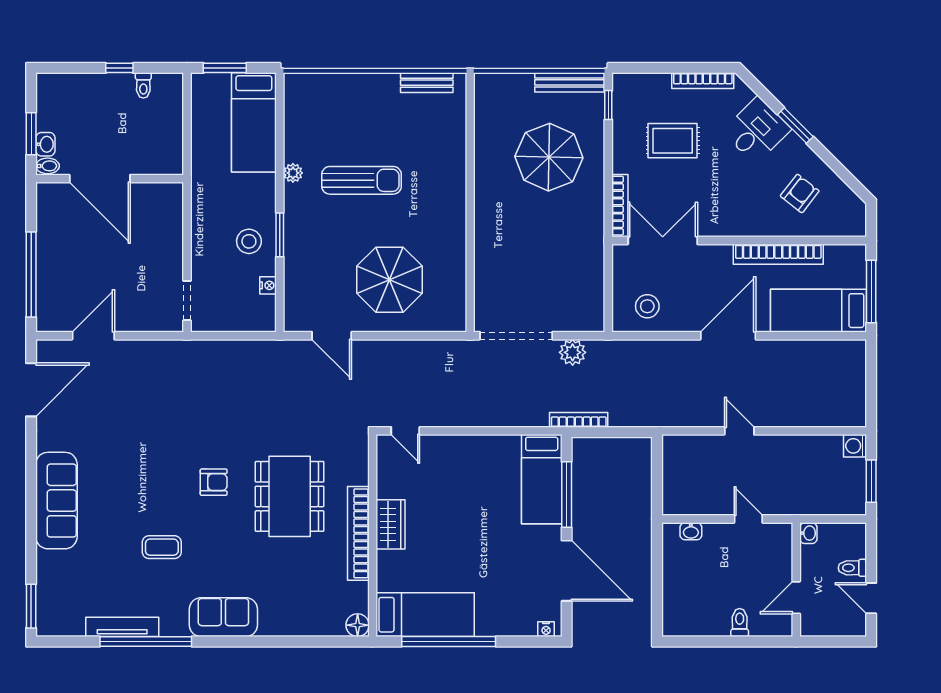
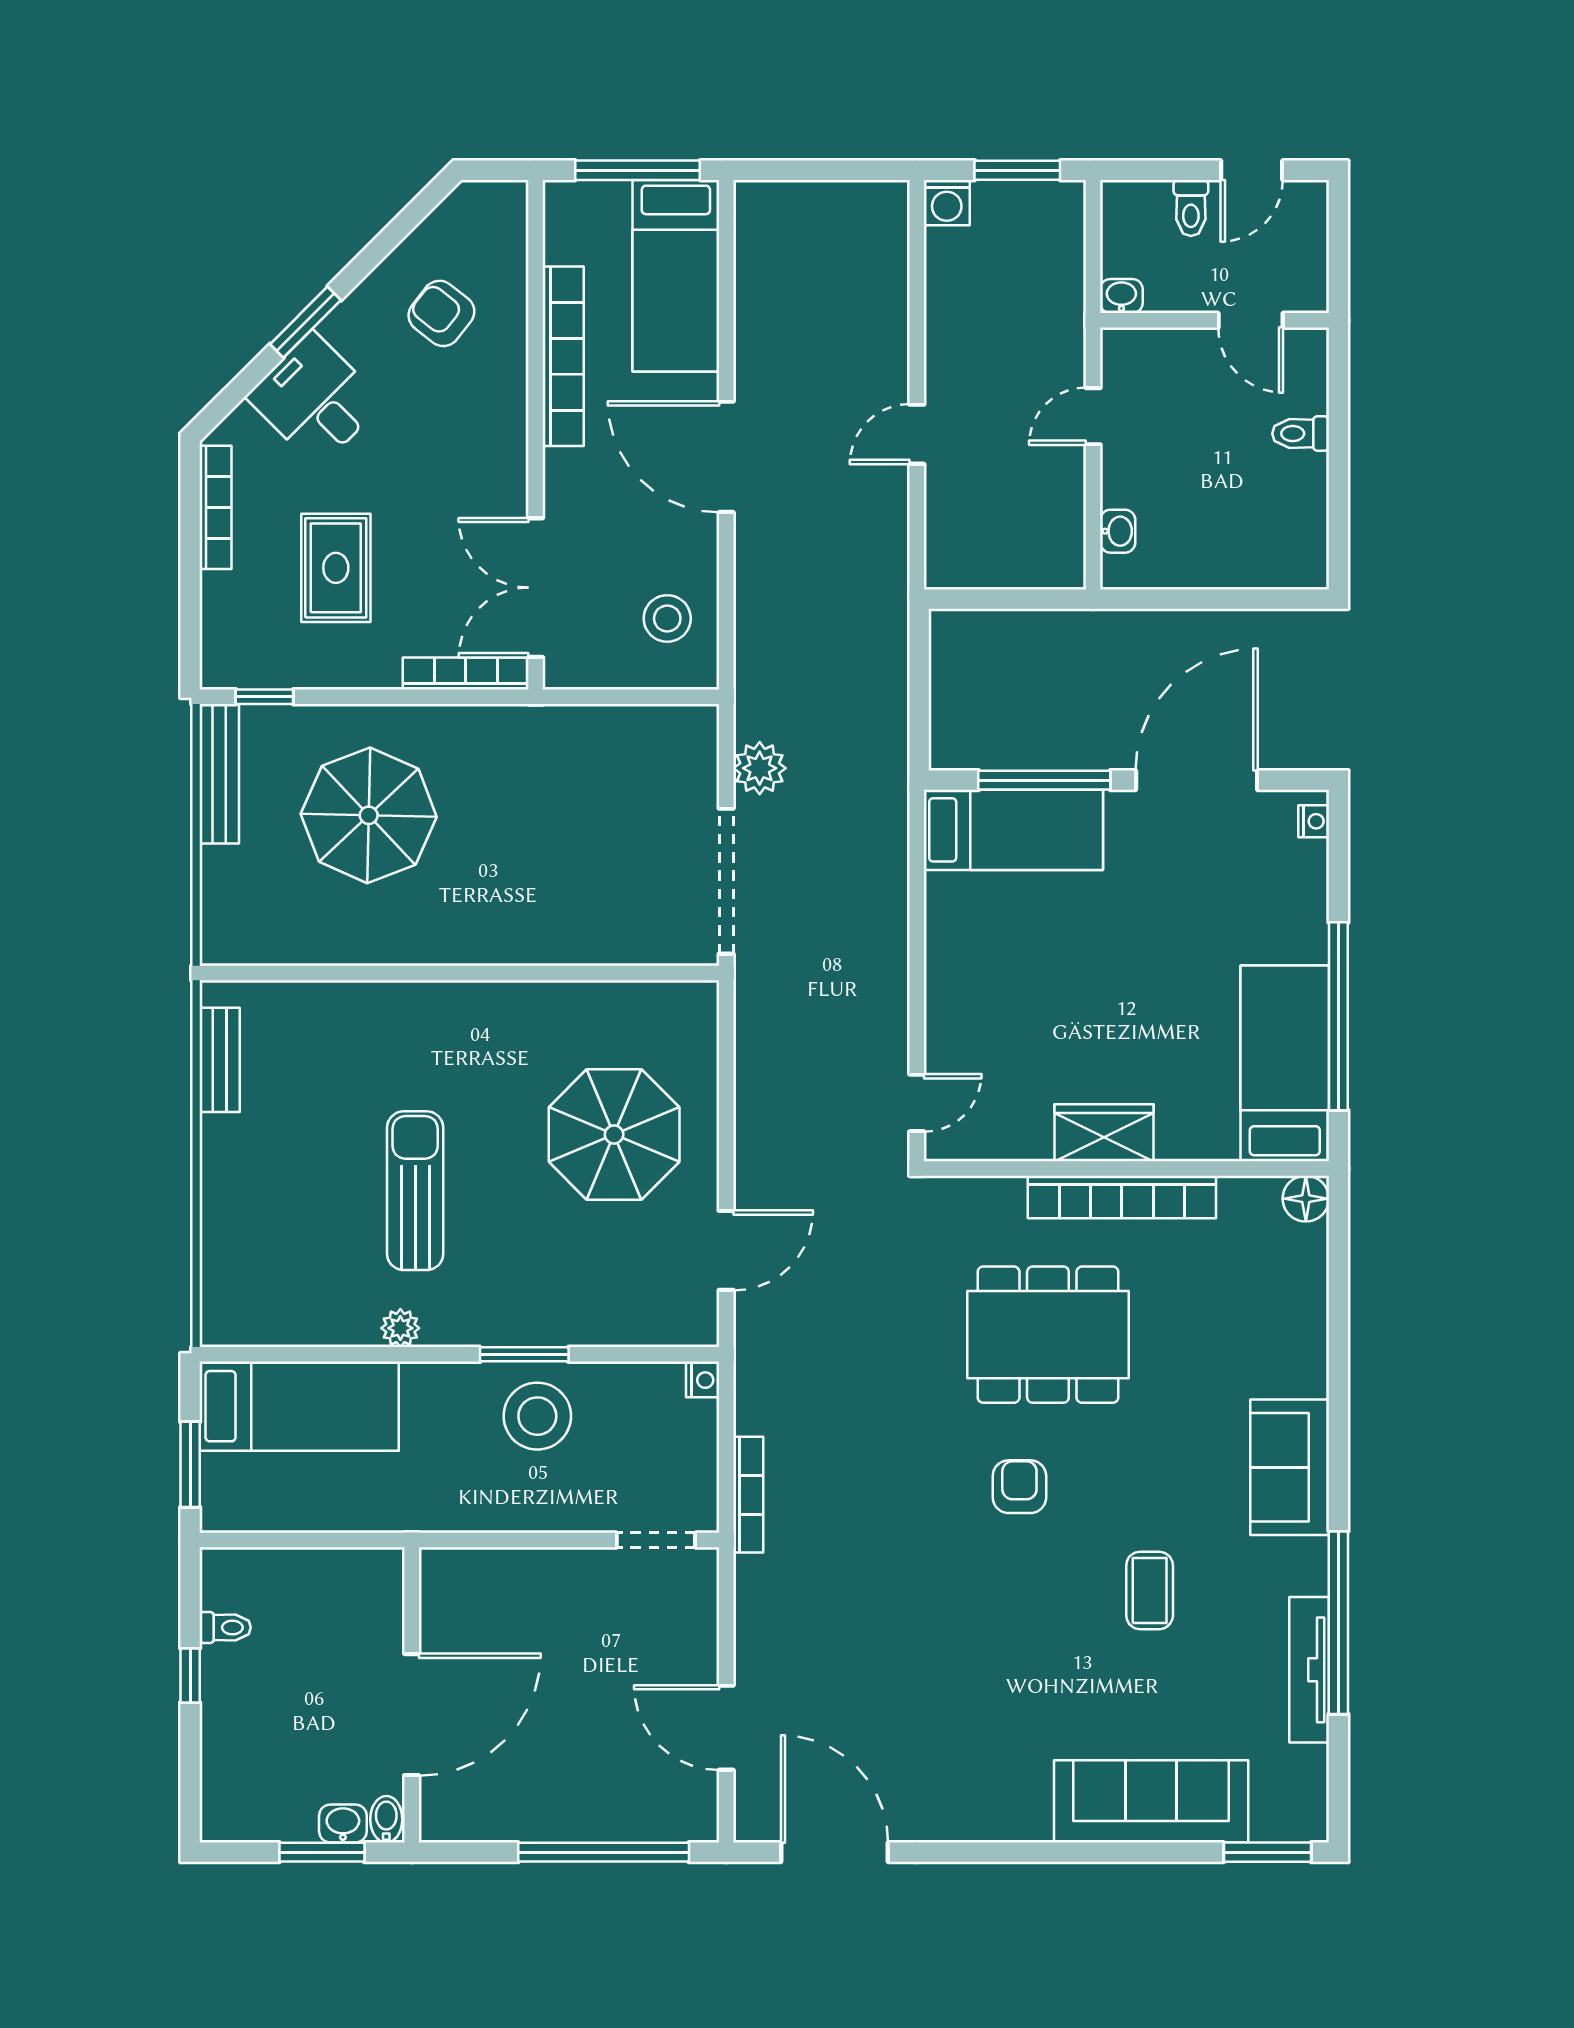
stool: (249, 241) -> (537, 1416), width x1.38, depth x1.38
nightstand: (268, 285) -> (703, 1380), moved, turned 90
bookcase: (579, 420) -> (748, 1495), moved, turned 180
sofa: (56, 501) -> (1151, 1801), moved

